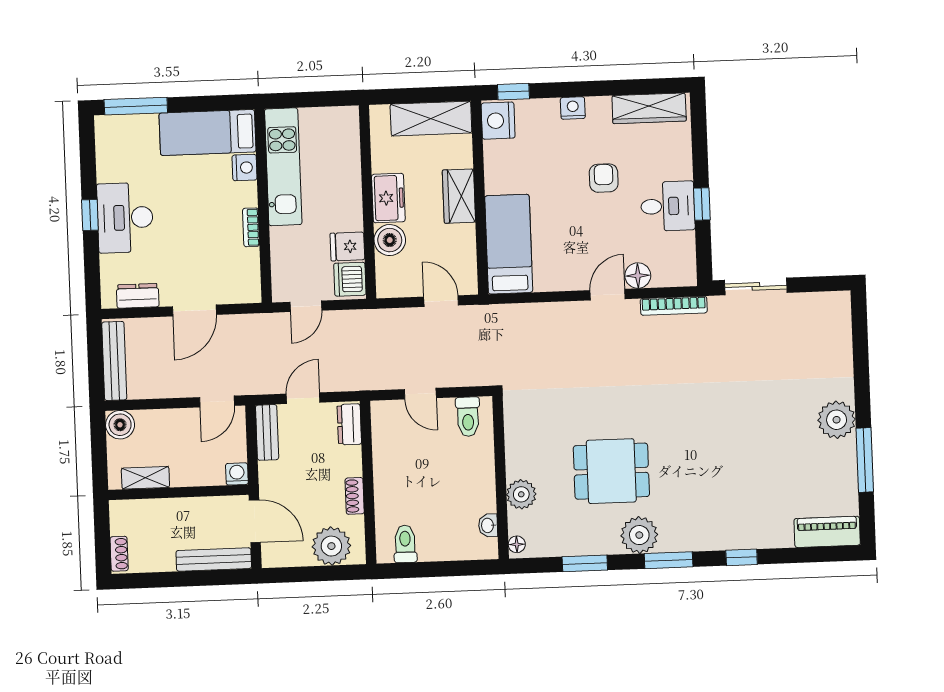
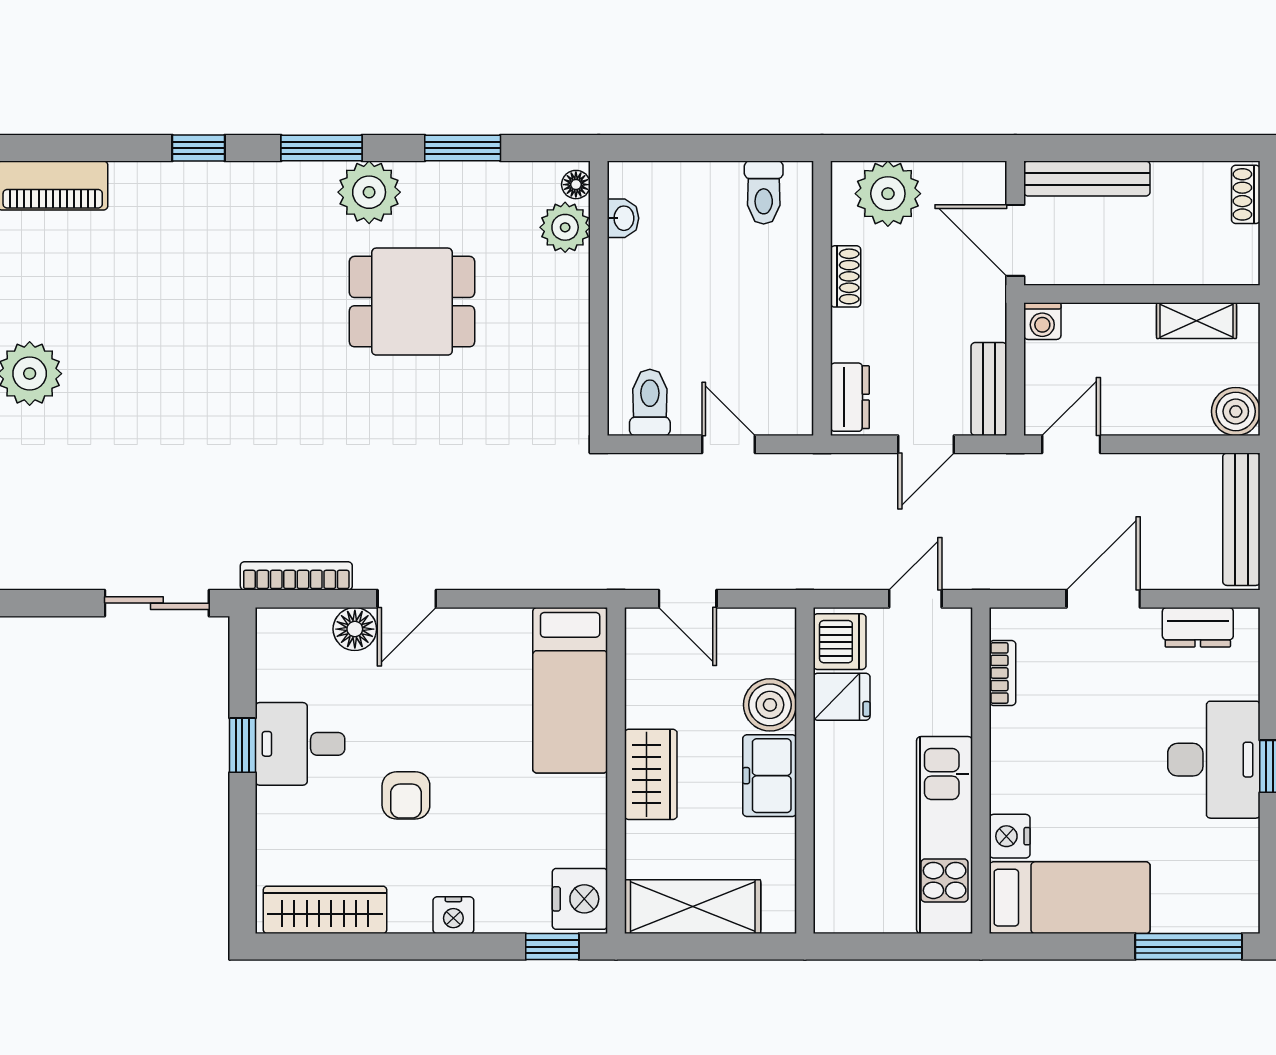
bookcase: (251, 227) -> (1003, 673), moved
plant: (521, 494) -> (565, 227), moved

